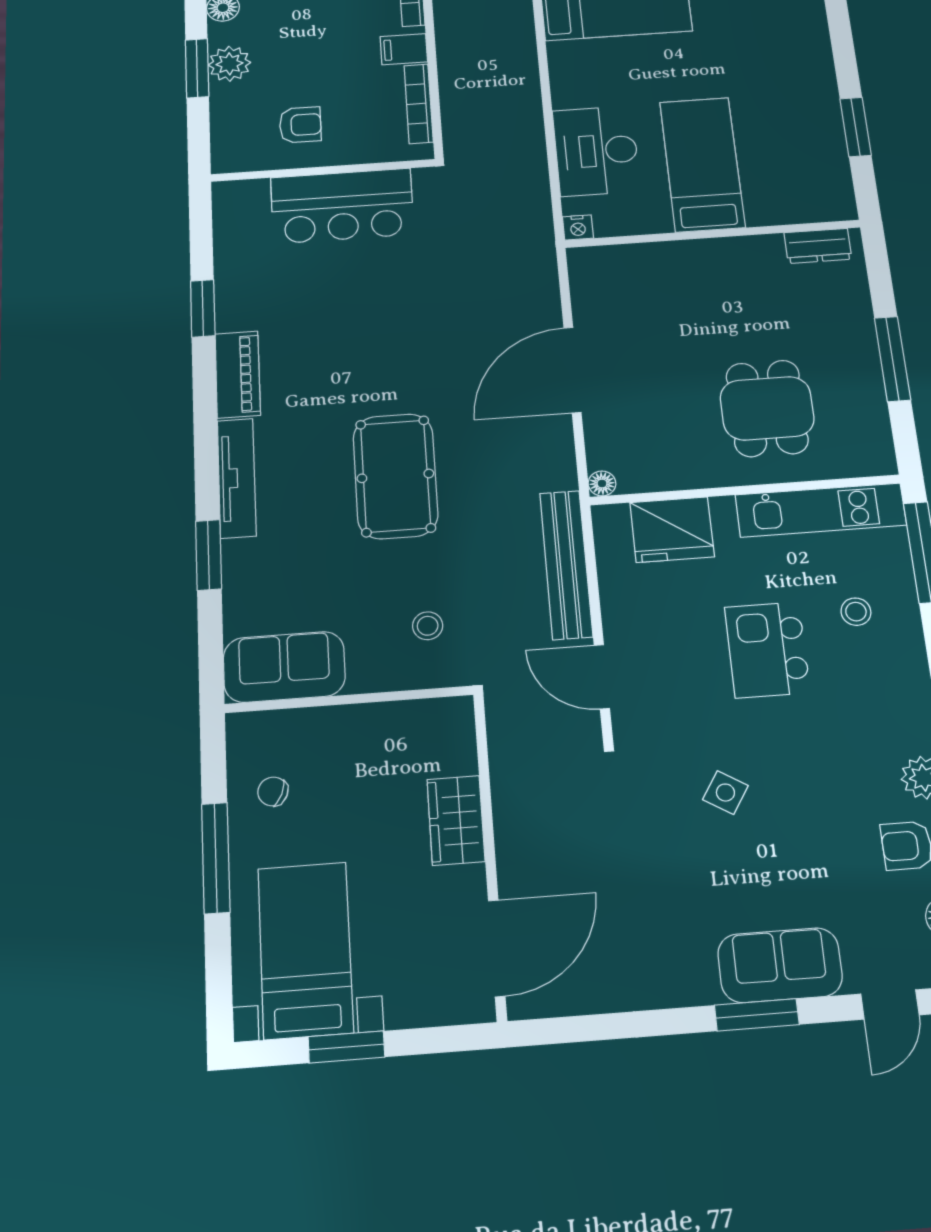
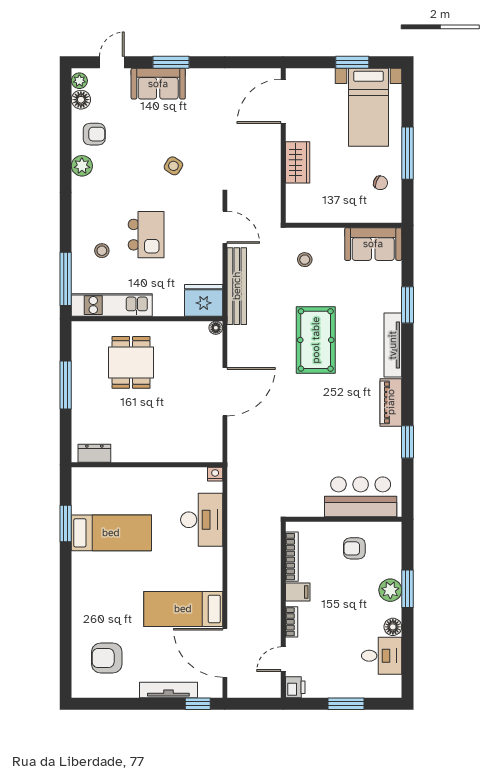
bed: (702, 164) -> (111, 533), moved, turned -90
bar counter: (342, 206) -> (361, 497), moved
fridge: (672, 530) -> (204, 300), moved

